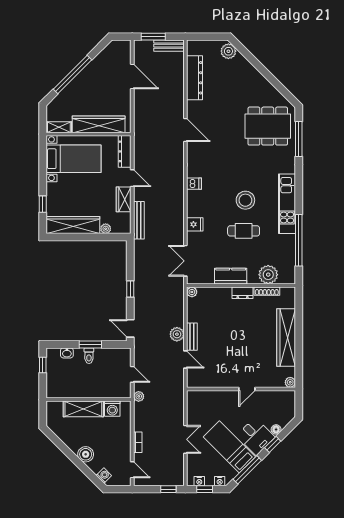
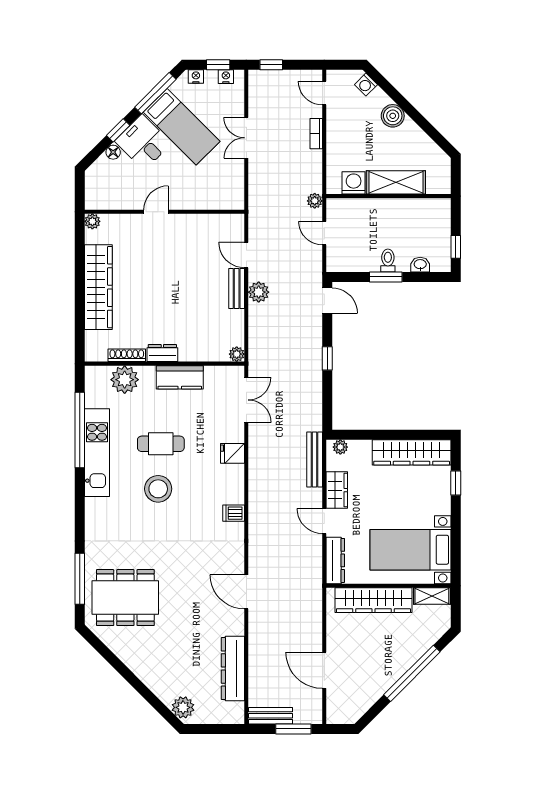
kitchen unit: (287, 204) -> (97, 453), moved
plant: (106, 229) -> (340, 447), moved

